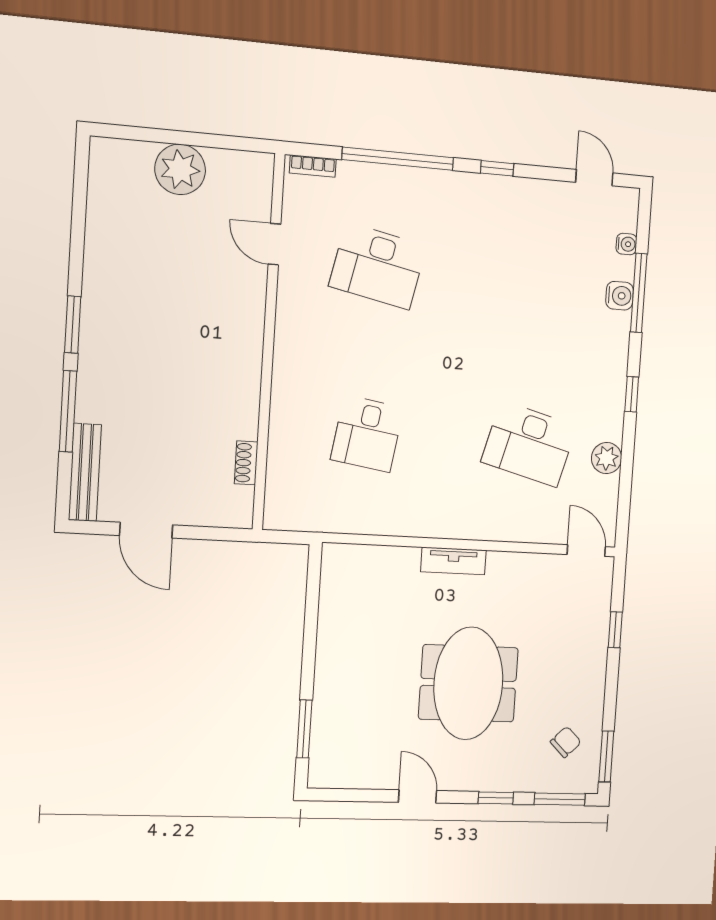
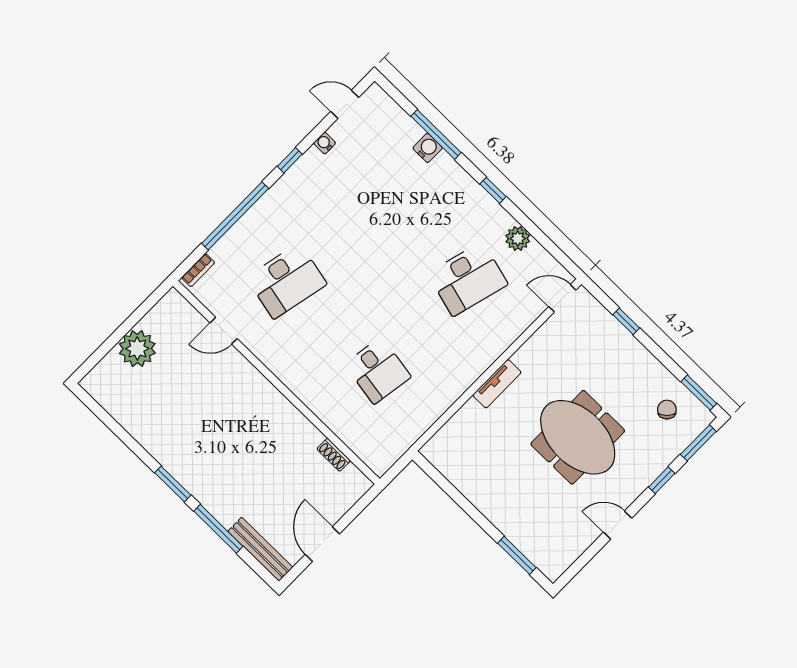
water cooler: (626, 244) -> (325, 143), moved, turned -90
door: (146, 530) -> (322, 544), swing flipped

